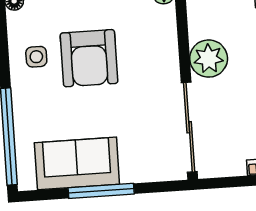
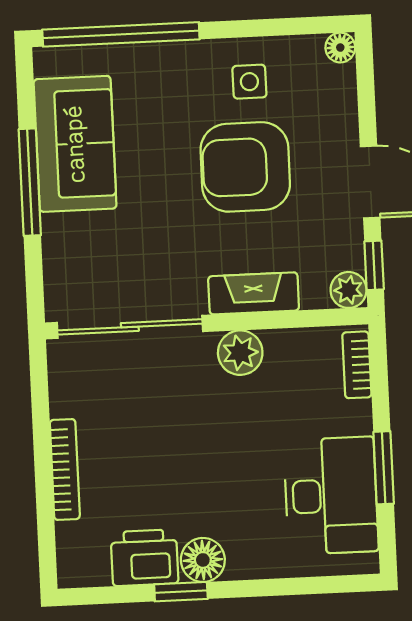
fireplace: (167, 51) -> (254, 293), added
plant: (209, 59) -> (240, 353), width x0.73, depth x0.73

